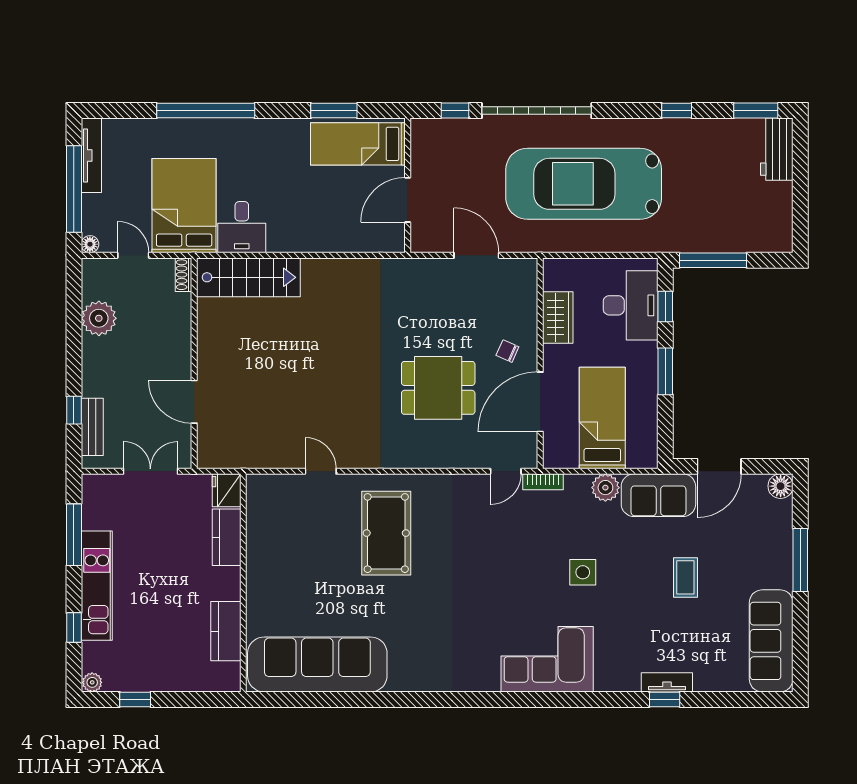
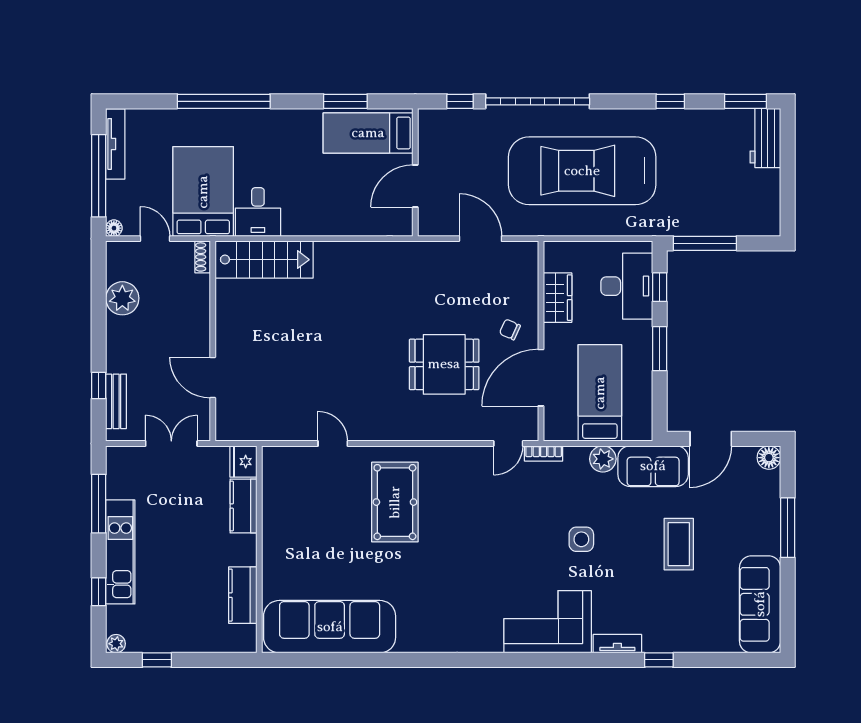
coffee table: (685, 577) -> (679, 544), width x1.36, depth x1.30
tv unit: (667, 682) -> (617, 644), moved

